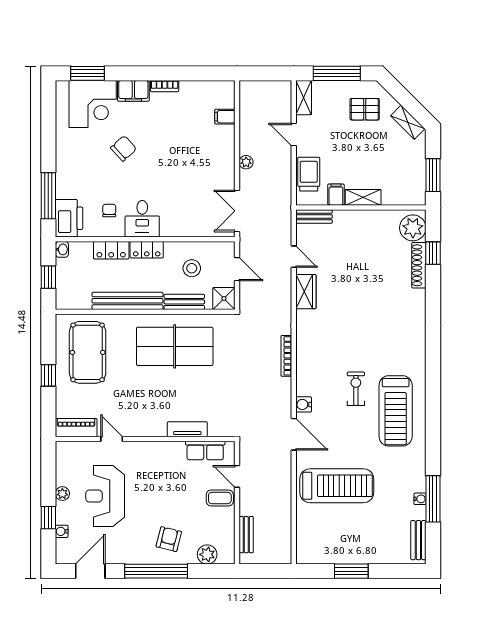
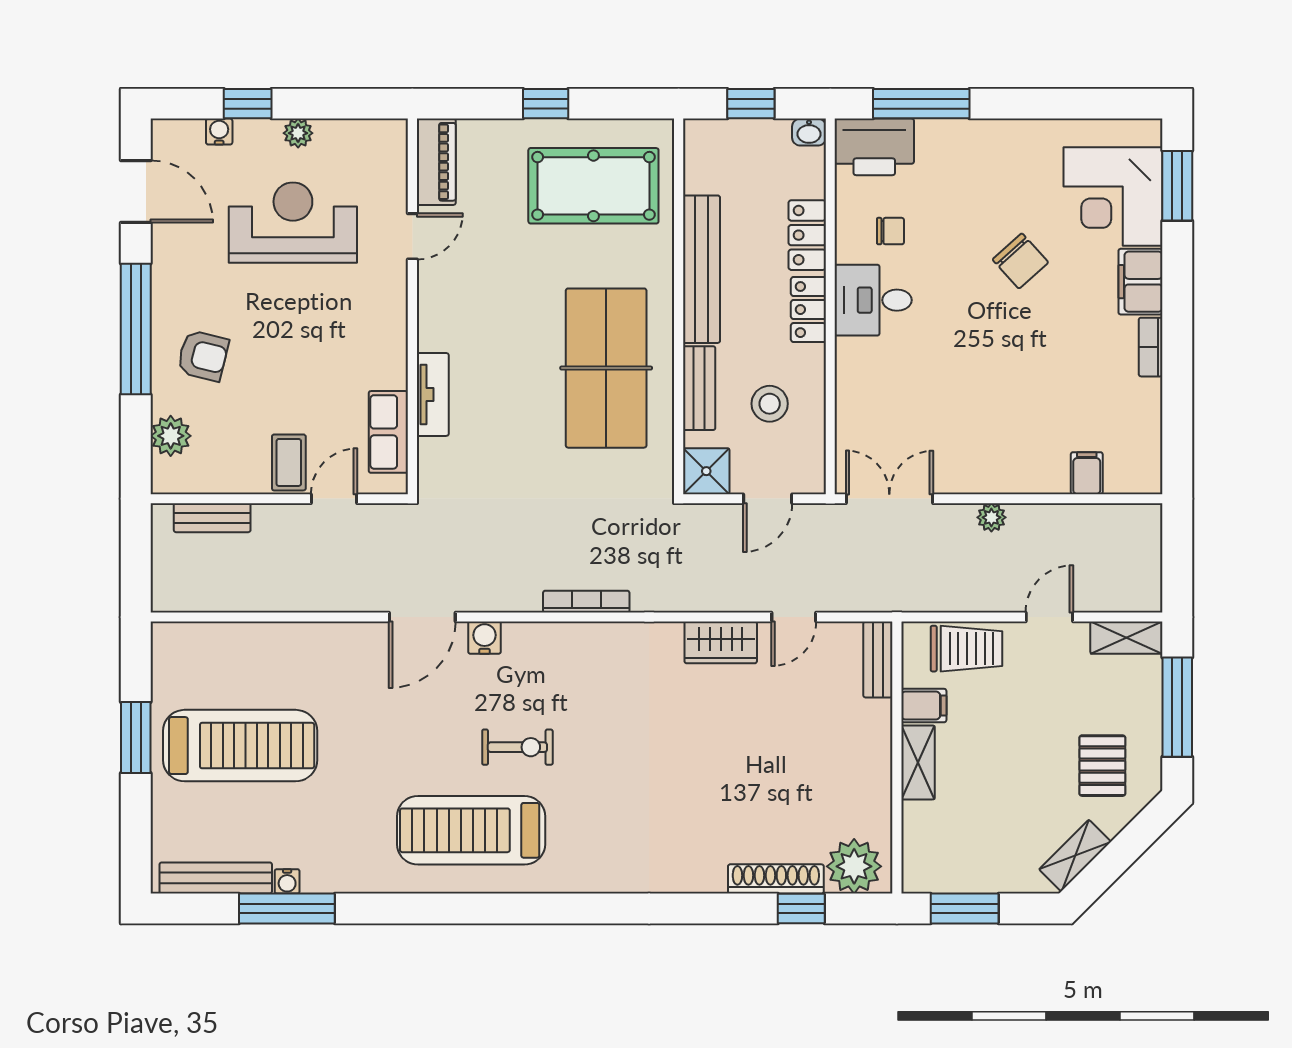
treadmill: (337, 486) -> (240, 746), moved, turned -90
bench: (418, 540) -> (216, 878), width x1.36

